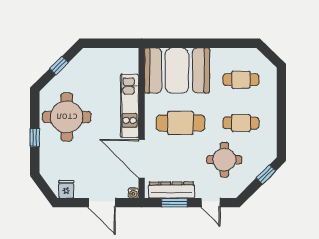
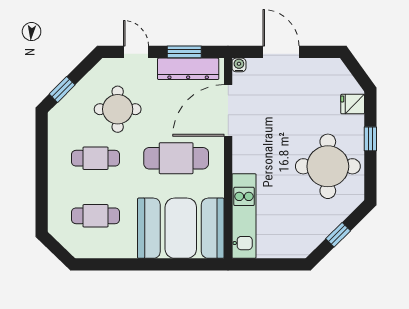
kitchen unit: (130, 106) -> (244, 216), moved
door: (142, 159) -> (228, 110), swing flipped
fridge: (66, 189) -> (353, 104), moved, turned 90

